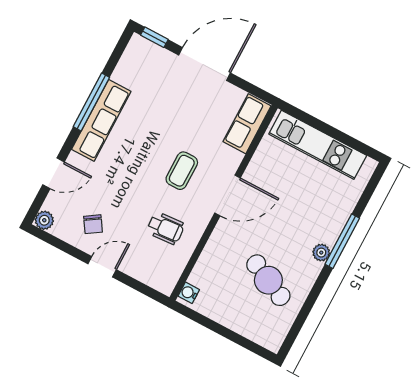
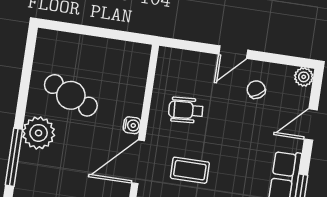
coffee table: (182, 171) -> (190, 170), turned 90
plant: (321, 253) -> (39, 133), width x1.88, depth x1.88
water cooler: (189, 293) -> (132, 125), moved

